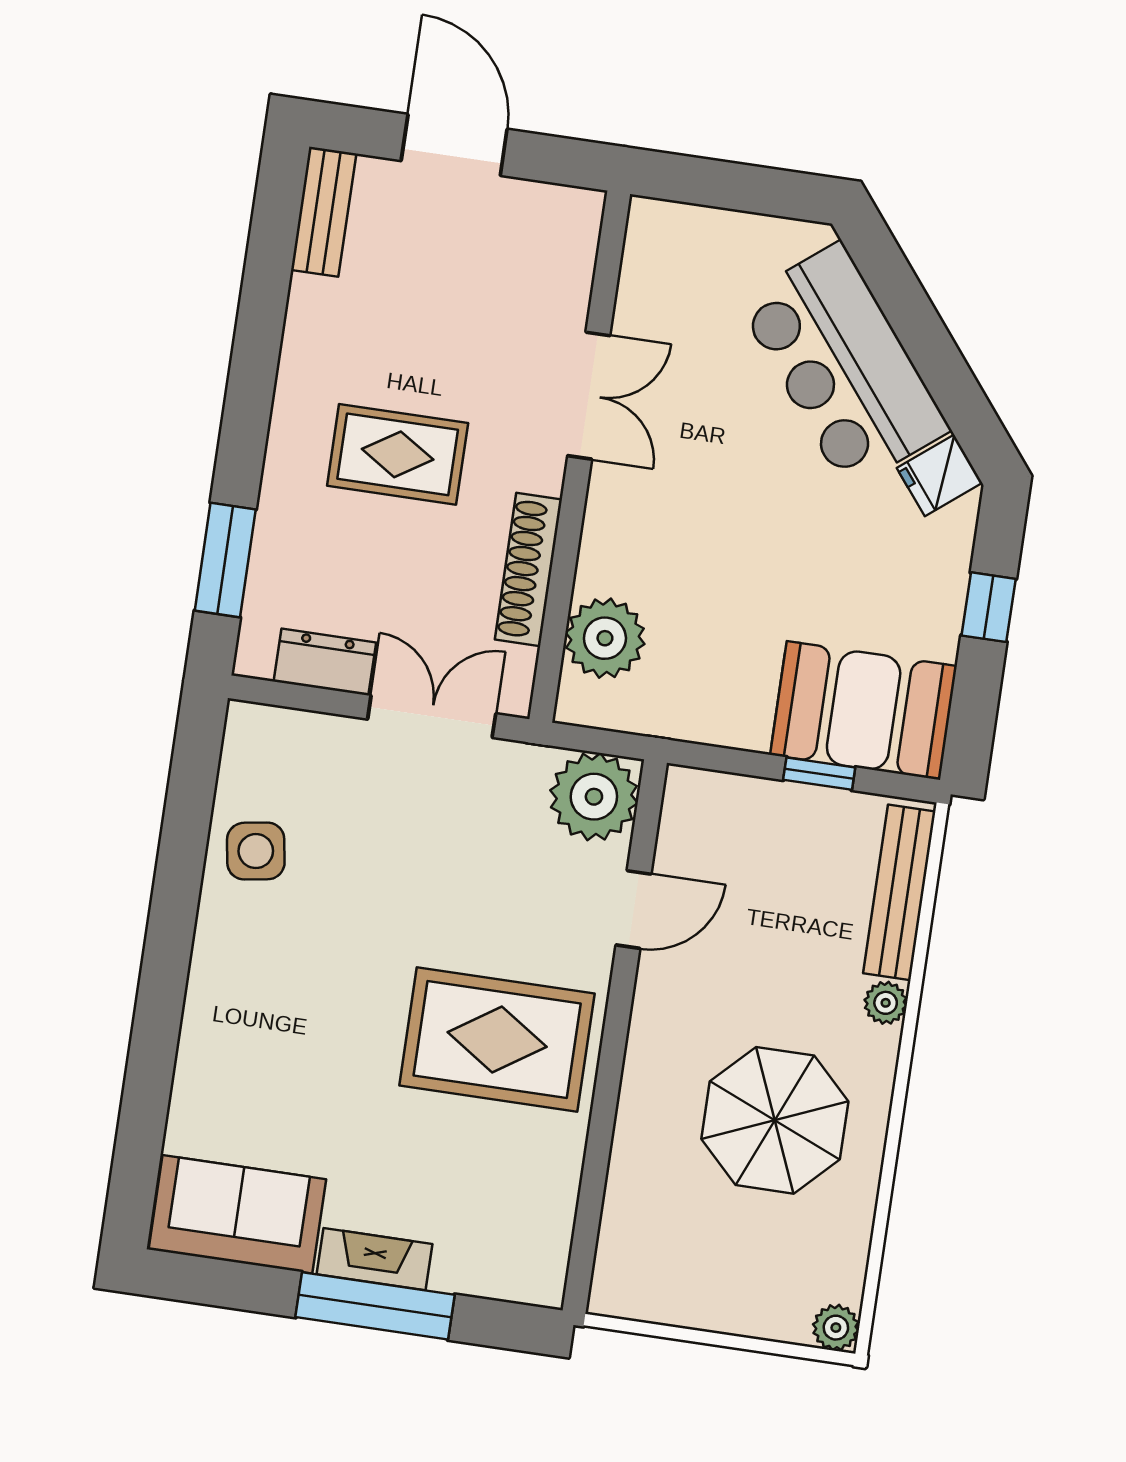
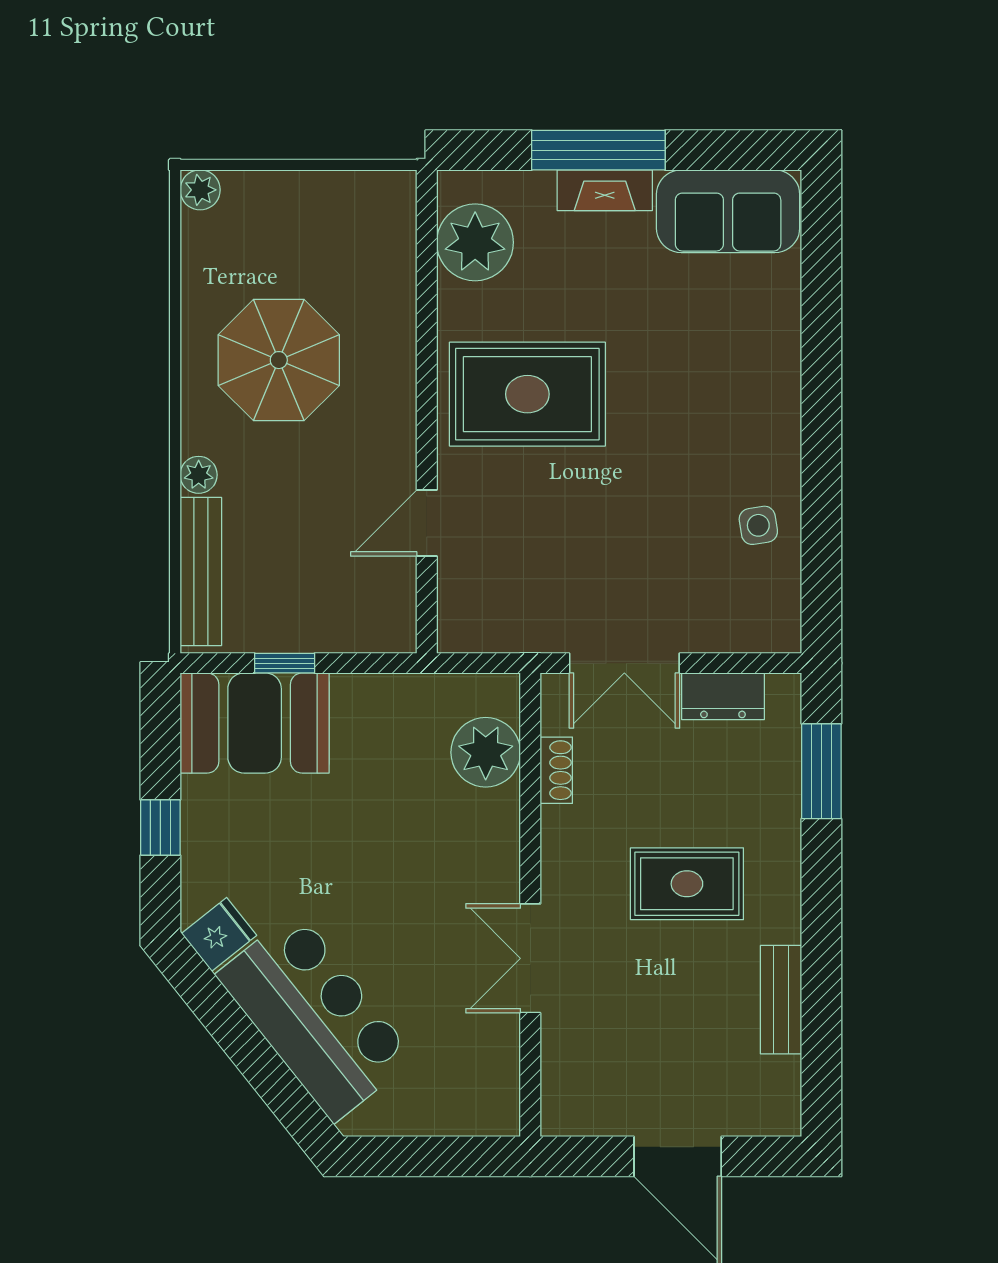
bench: (324, 212) -> (781, 1000), moved
shoe rack: (528, 569) -> (556, 770), width x0.51, depth x0.81
plant: (594, 797) -> (475, 242), moved
side table: (256, 851) -> (758, 525), width x0.73, depth x0.73

